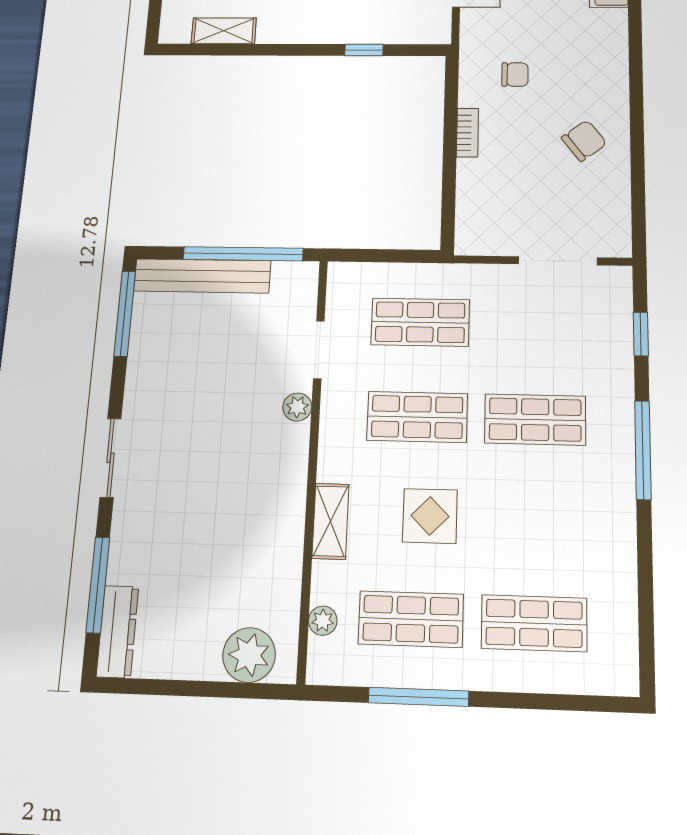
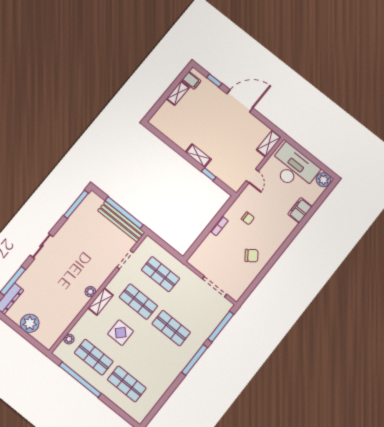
shelving: (224, 31) -> (198, 156), moved
bench: (202, 276) -> (121, 222), moved
window: (641, 334) -> (221, 327), width x2.17
plant: (297, 407) -> (90, 292), moved
shelving: (330, 521) -> (101, 302), moved
plant: (249, 655) -> (30, 323), moved
window: (418, 697) -> (80, 380), width x1.46

